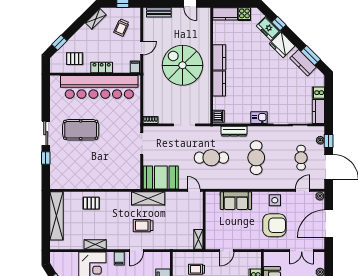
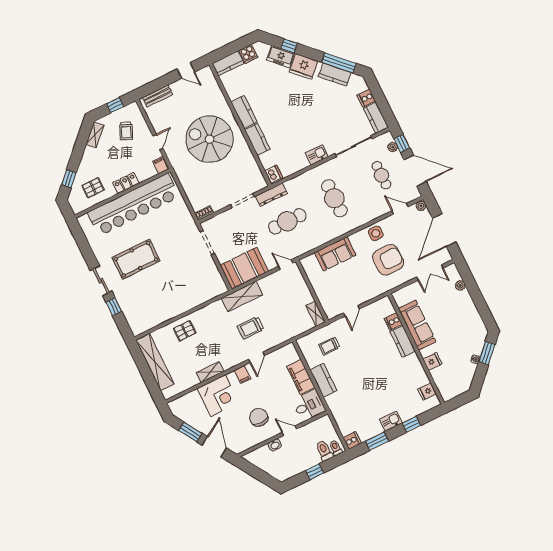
window: (311, 55) -> (339, 63), width x1.44
dresser: (234, 131) -> (271, 195), moved
door: (303, 190) -> (400, 209), hinge flipped

